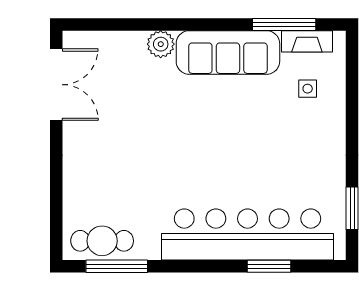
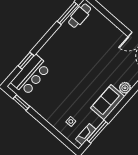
sofa: (228, 52) -> (108, 102), width x0.73
bar counter: (247, 234) -> (31, 75), width x0.54

